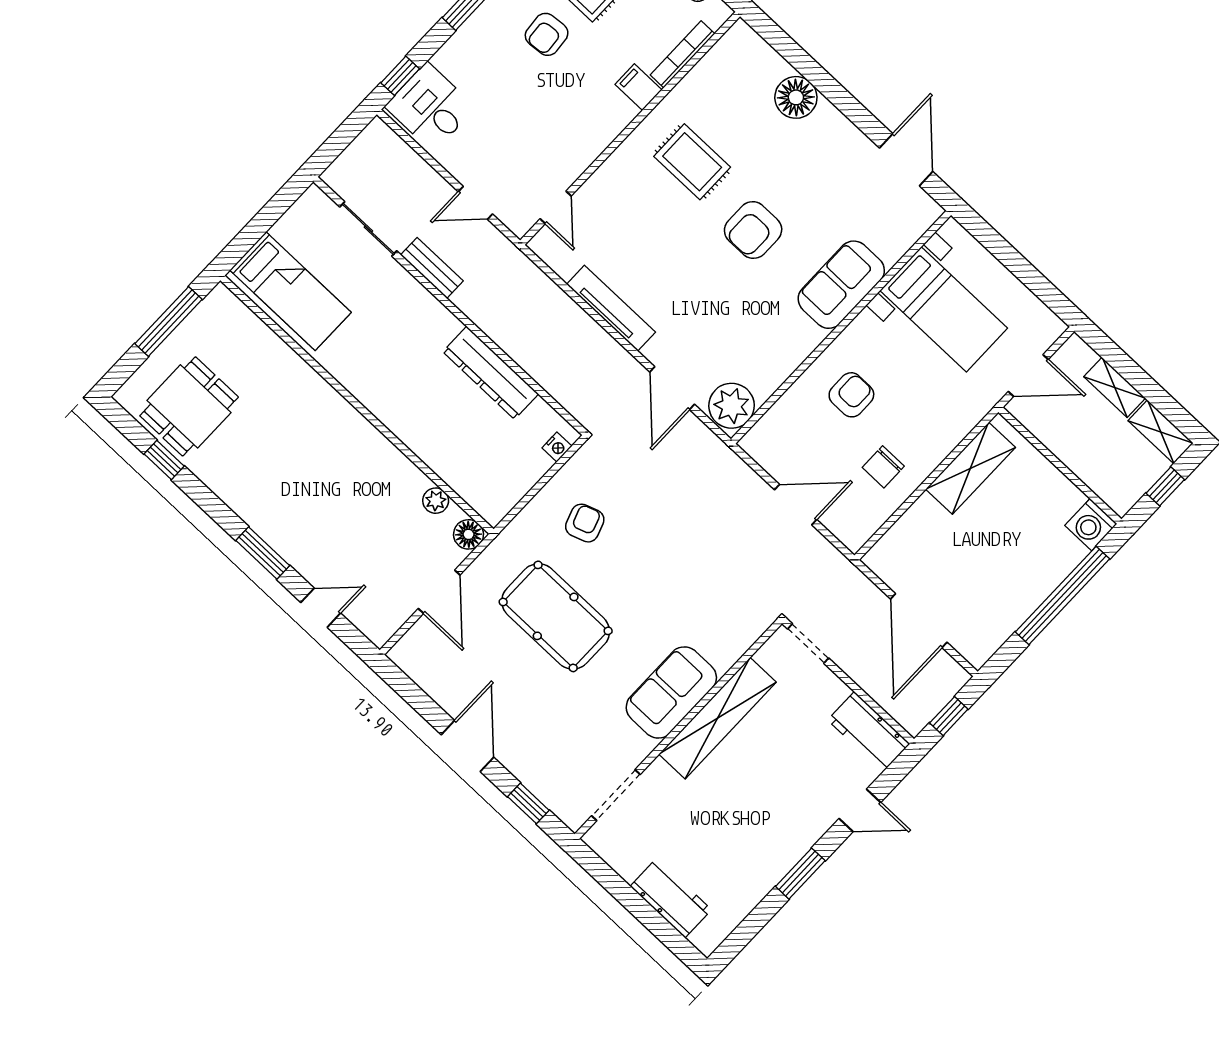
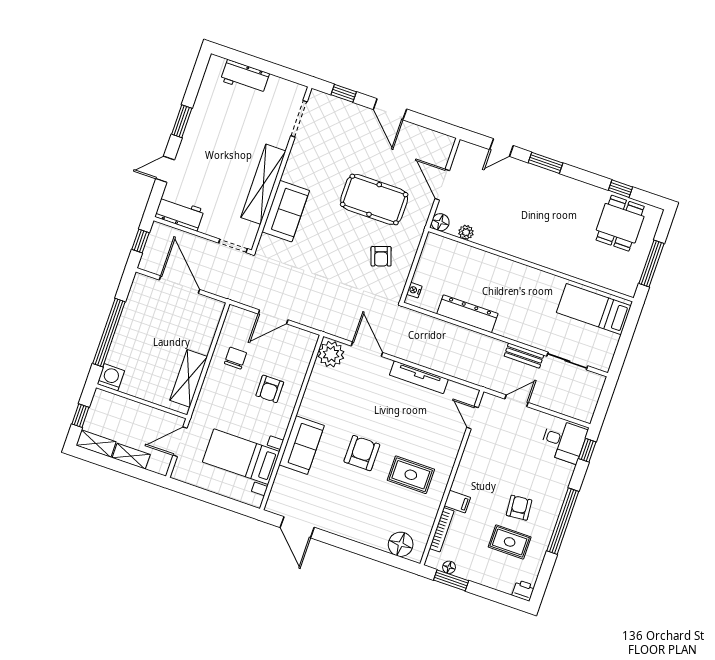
floor lamp: (796, 97) -> (401, 544), moved
sofa: (671, 692) -> (286, 211), moved

